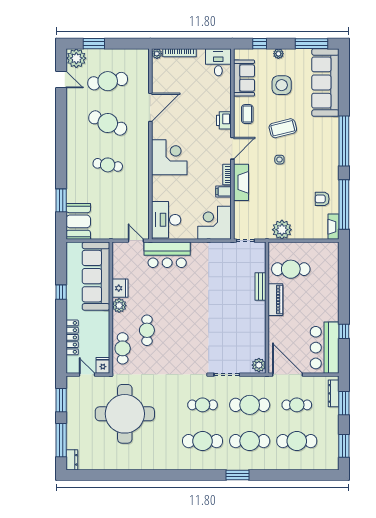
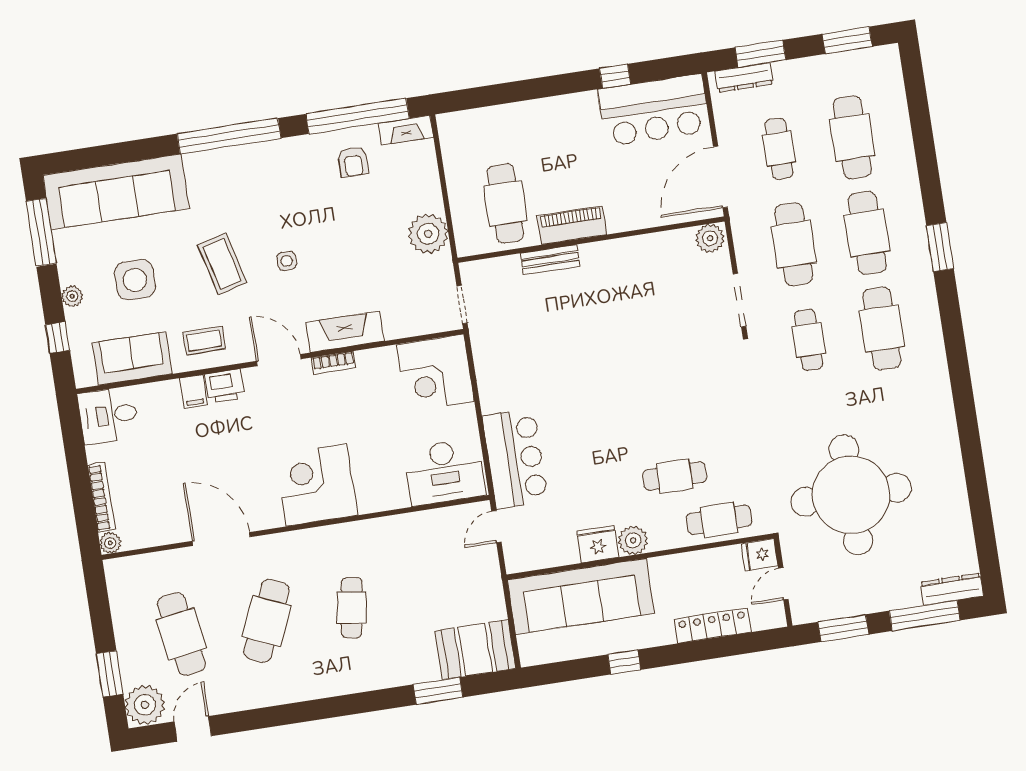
filing cabinet: (223, 191) -> (194, 392), moved
dresser: (72, 460) -> (952, 589), width x1.44

